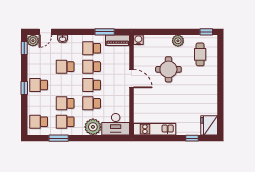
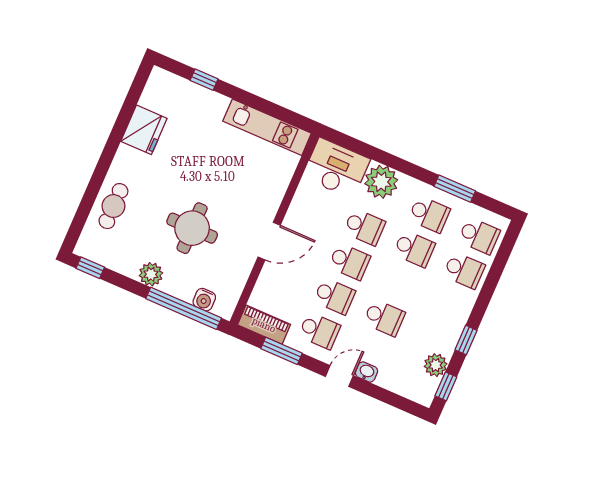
door: (45, 32) -> (339, 376), moved
window: (157, 32) -> (184, 308), added
water cooler: (138, 40) -> (204, 300), moved
plant: (33, 41) -> (436, 365), moved
cafe table: (200, 54) -> (113, 206), moved
door: (131, 79) -> (269, 241), swing flipped
school desk: (39, 85) -> (464, 270), moved
window: (24, 88) -> (466, 340), moved
fridge: (209, 125) -> (144, 130), moved

